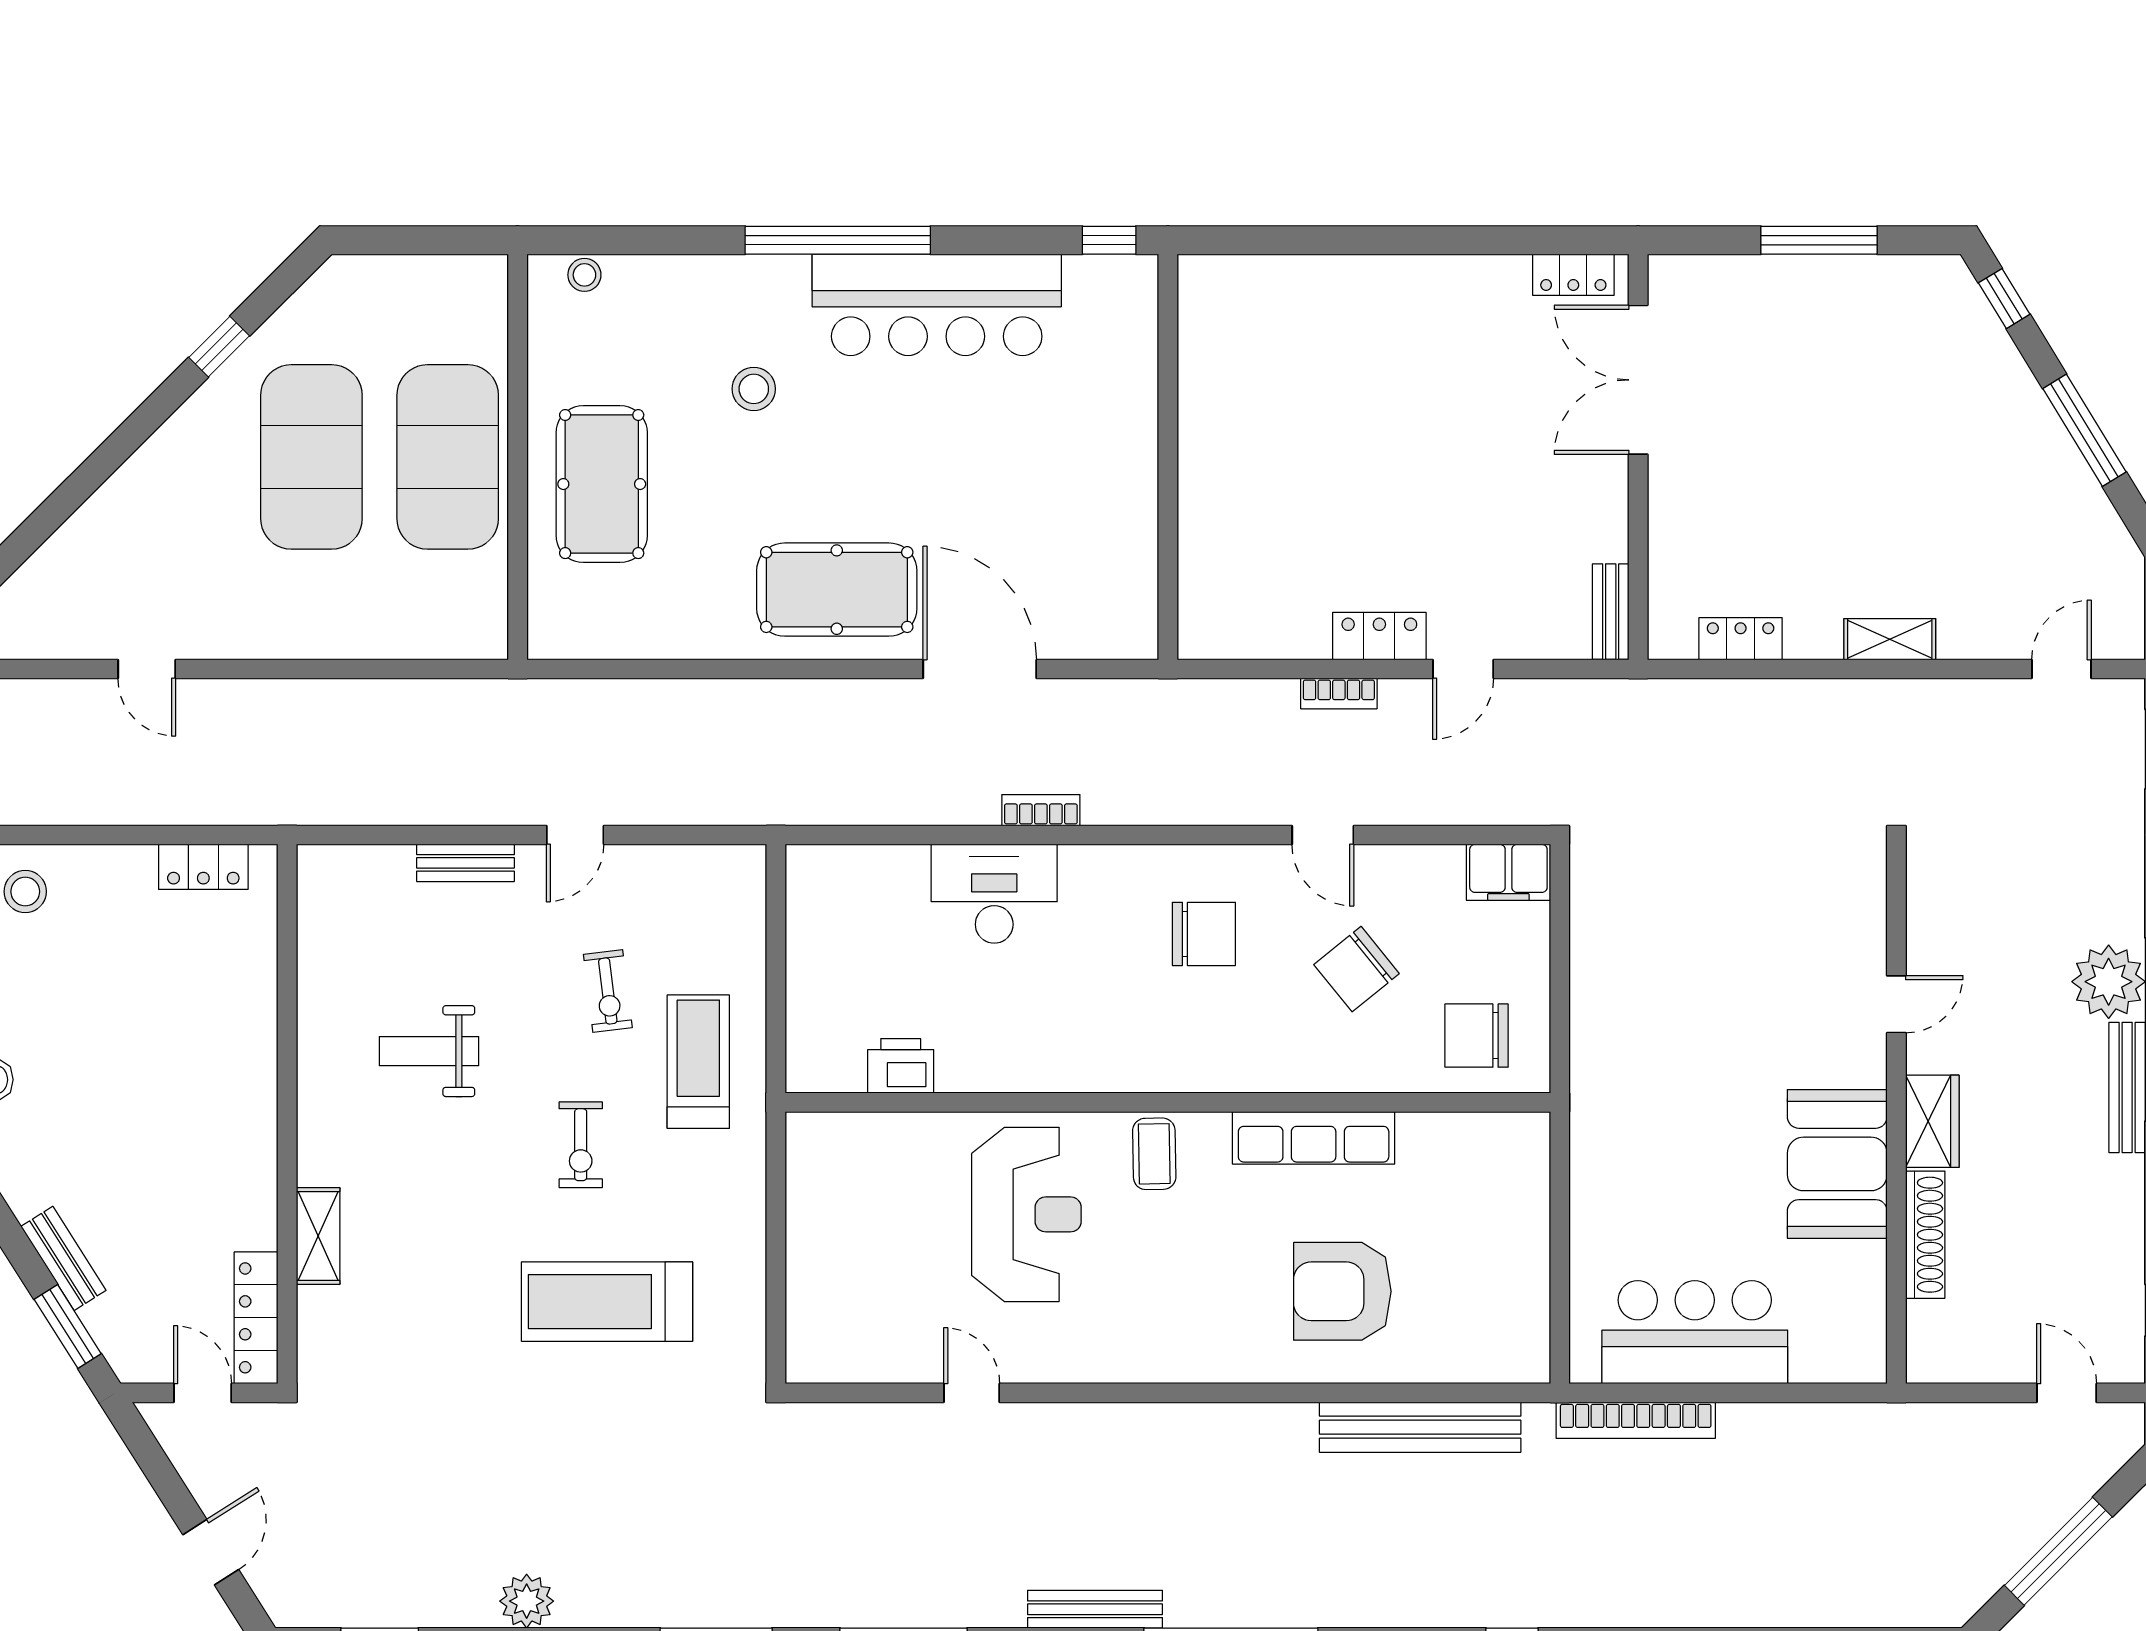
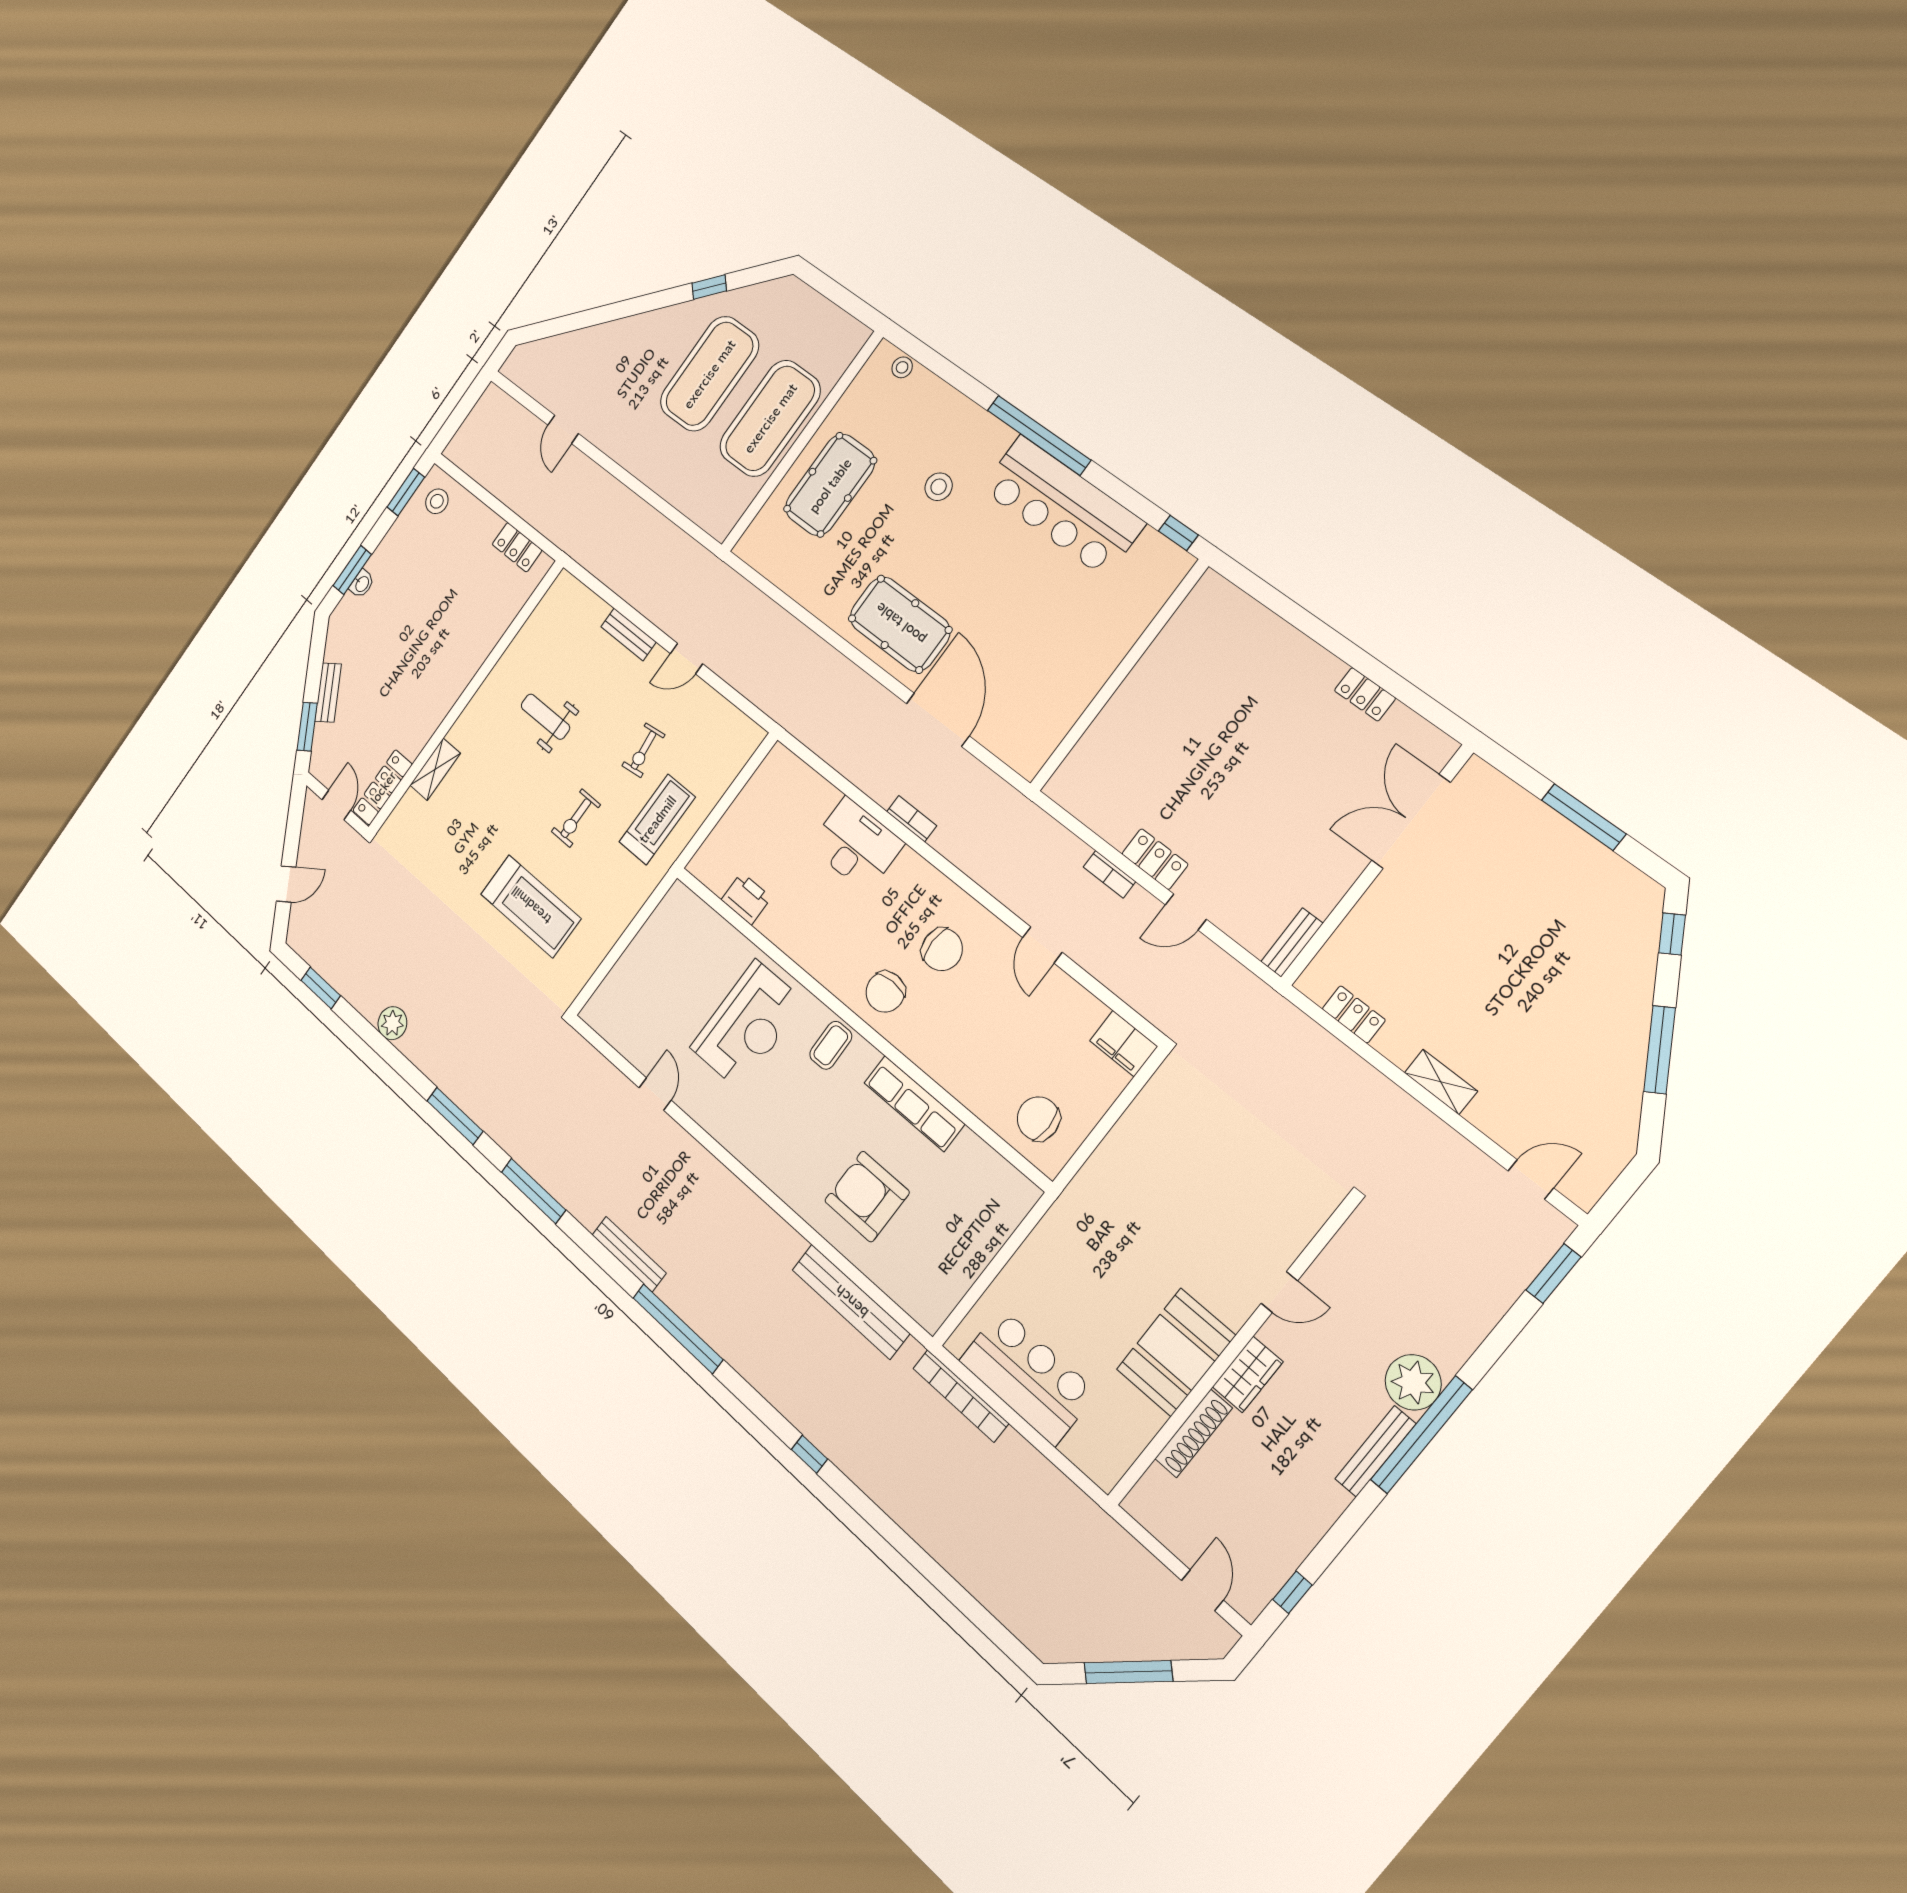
locker: (1573, 275) -> (1365, 694), moved
chair: (1357, 969) -> (885, 992), moved, turned -51
treadmill: (607, 1302) -> (531, 906), turned 180

